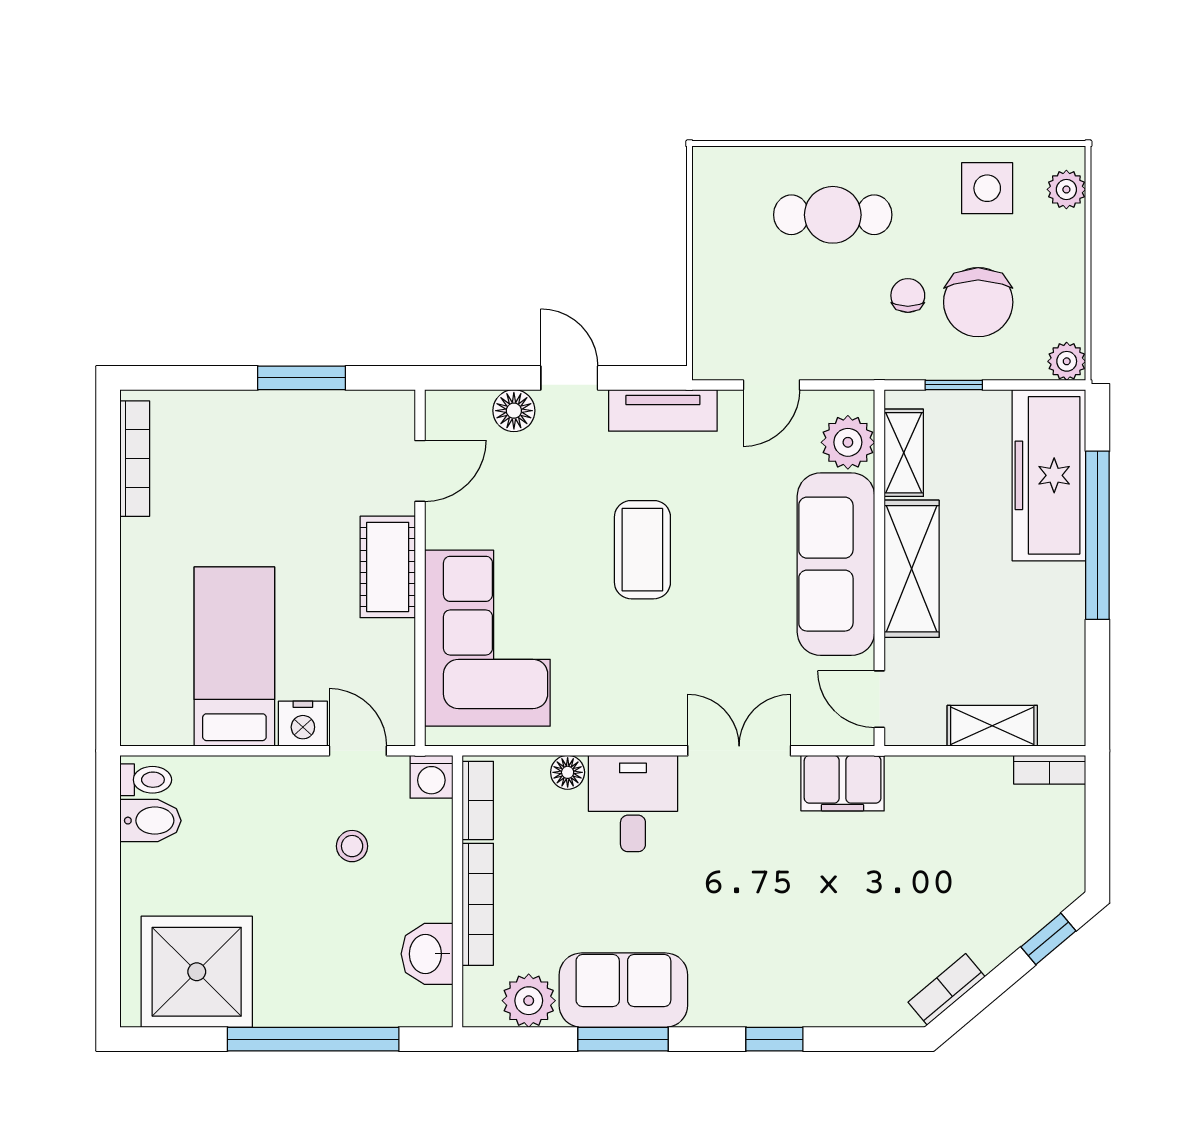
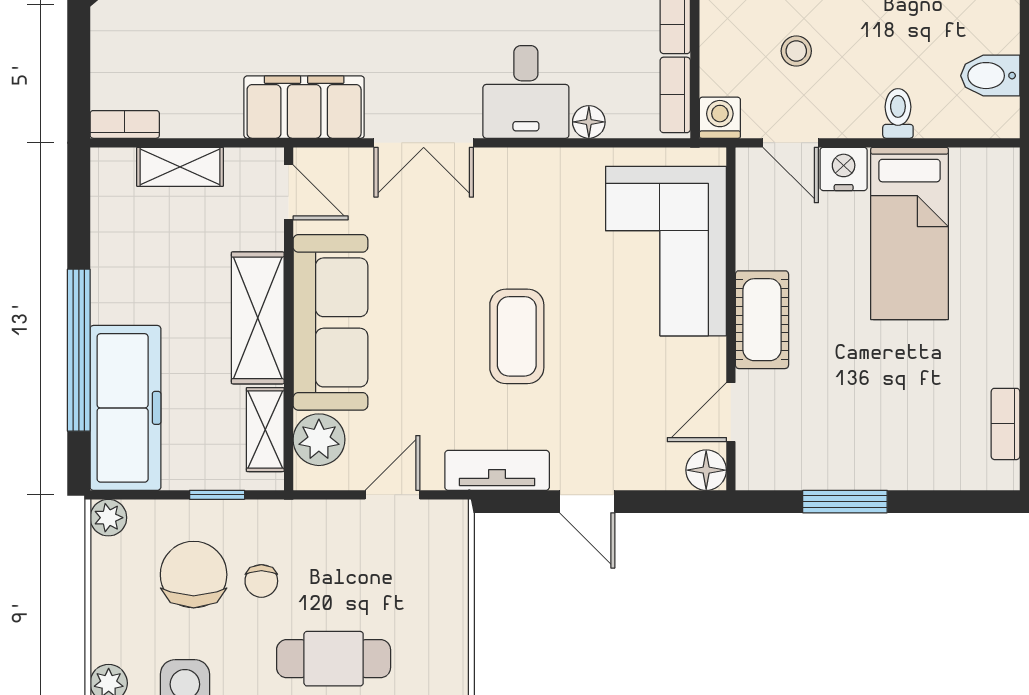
floor lamp: (514, 411) -> (706, 470), moved
bookcase: (135, 459) -> (1005, 424), width x0.64
toilet: (146, 780) -> (898, 113), moved, turned 90
filing cabinet: (843, 783) -> (304, 107), width x1.50, depth x1.17

